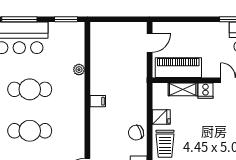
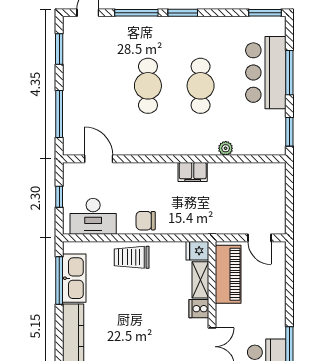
filing cabinet: (98, 101) -> (193, 172), width x2.00
fridge: (161, 117) -> (197, 251), moved, turned 90
chair: (136, 133) -> (146, 221), turned -69

